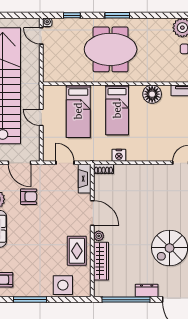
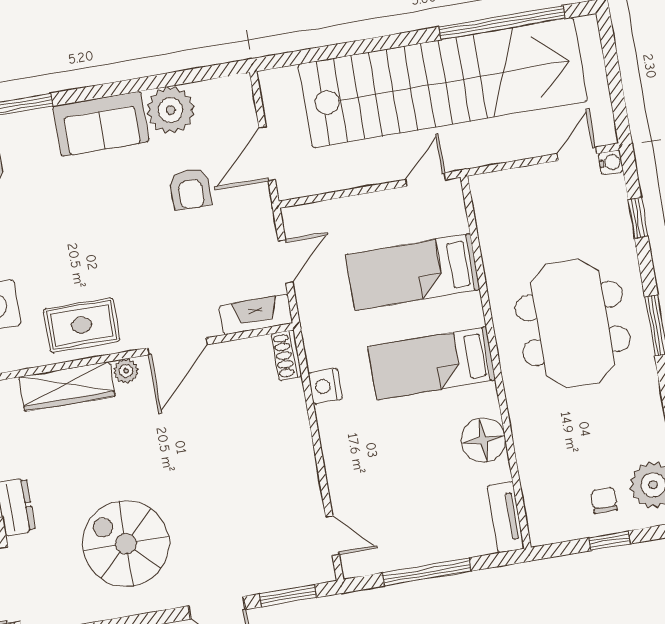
door: (41, 117) -> (426, 180), moved

